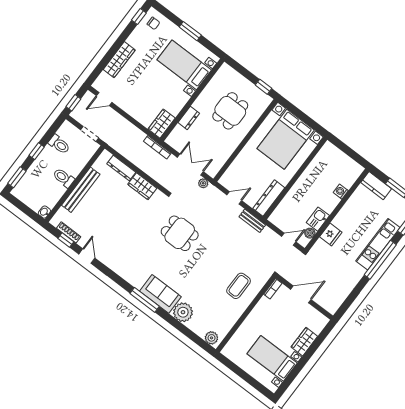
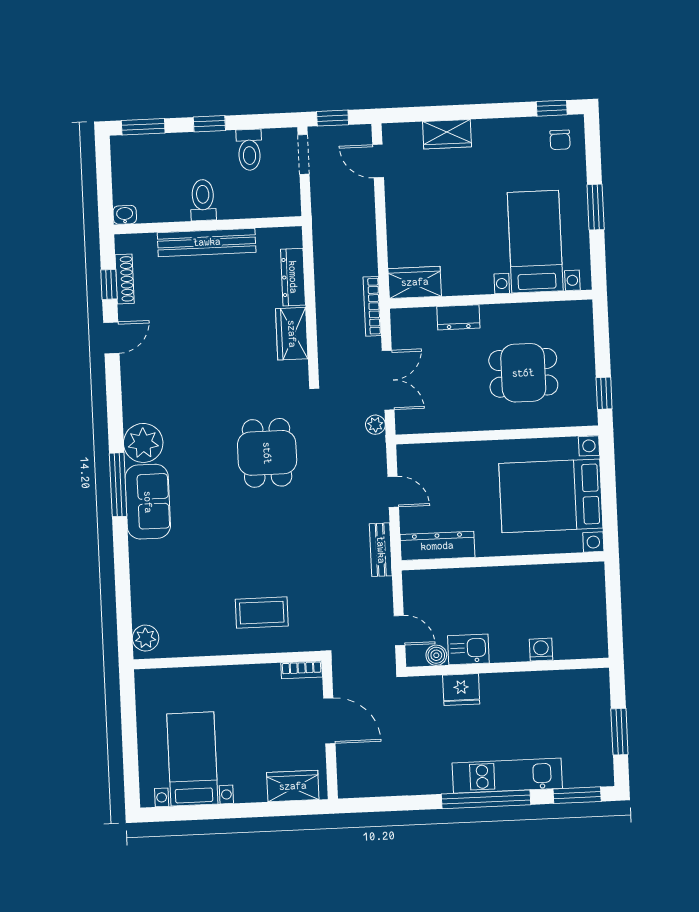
wardrobe: (119, 60) -> (447, 134), width x0.67
doorway: (90, 134) -> (304, 154), moved
kitchen counter: (376, 186) -> (596, 697), removed
plant: (183, 312) -> (143, 443), moved
wardrobe: (304, 342) -> (293, 786), moved

